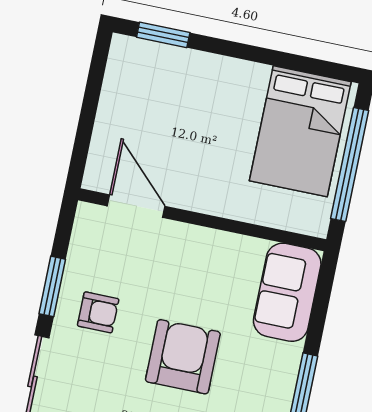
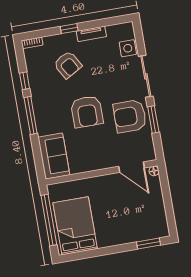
floor lamp: (93, 180) -> (154, 171), added
armchair: (98, 312) -> (130, 116), width x1.88, depth x1.88

